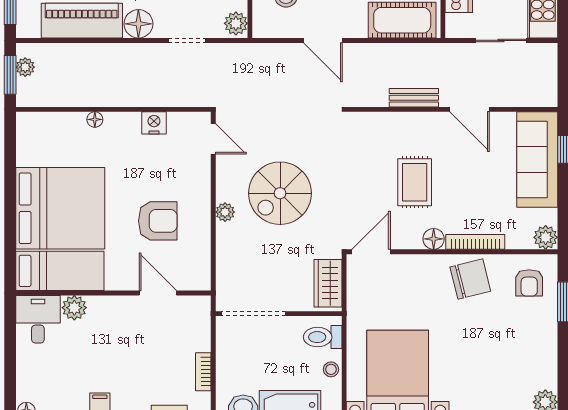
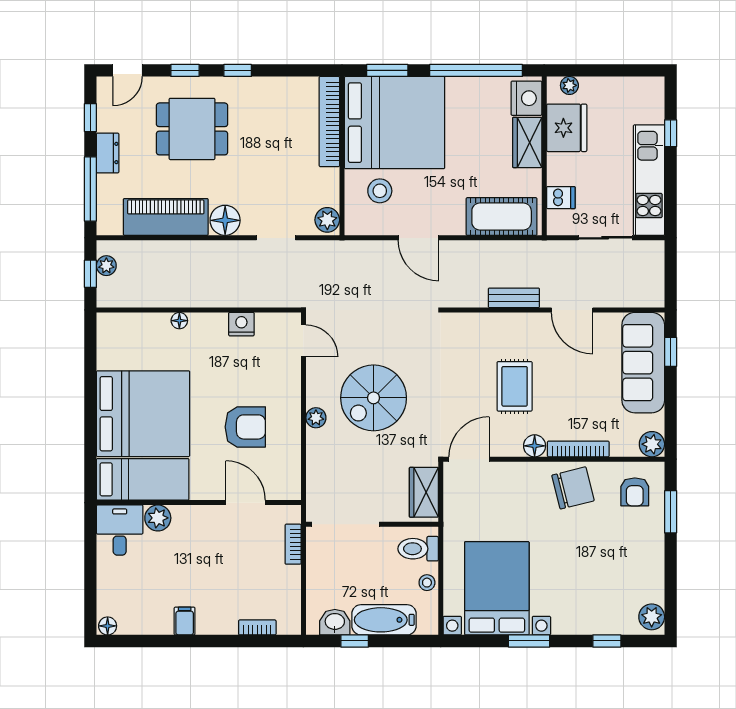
window: (10, 75) -> (90, 274), width x0.67
bookcase: (203, 372) -> (293, 544), moved

